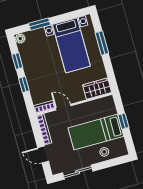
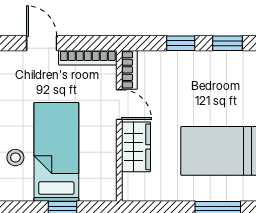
wardrobe: (97, 89) -> (136, 147), moved
door: (63, 107) -> (119, 105), hinge flipped
door: (43, 155) -> (42, 43), hinge flipped

